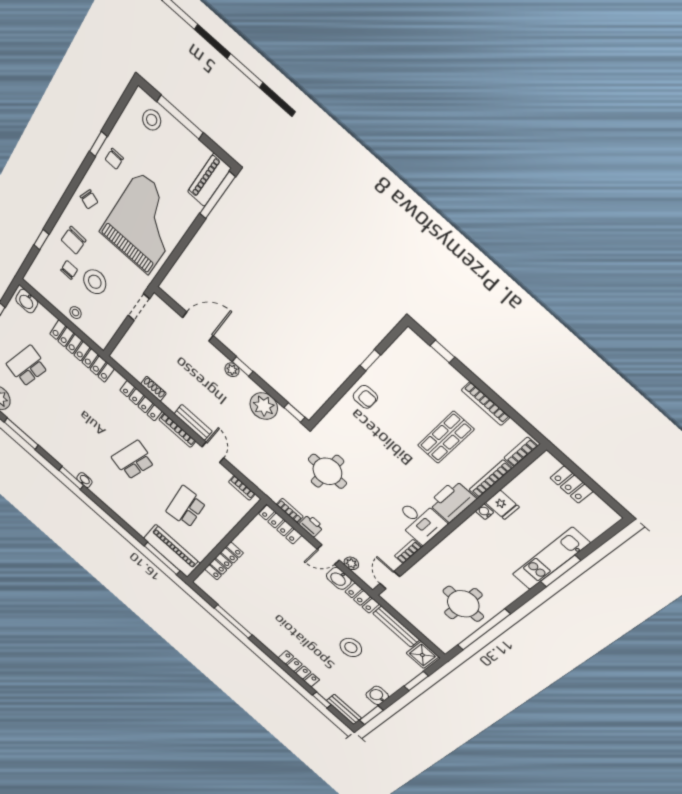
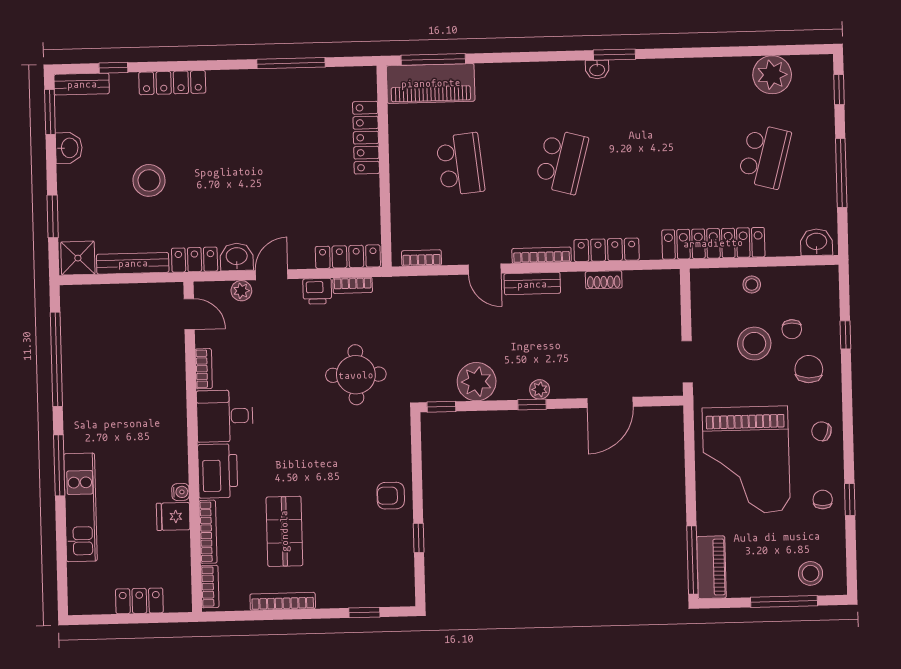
window: (21, 434) -> (714, 52), removed
window: (560, 571) -> (59, 465), moved
round table: (463, 604) -> (101, 367), removed

